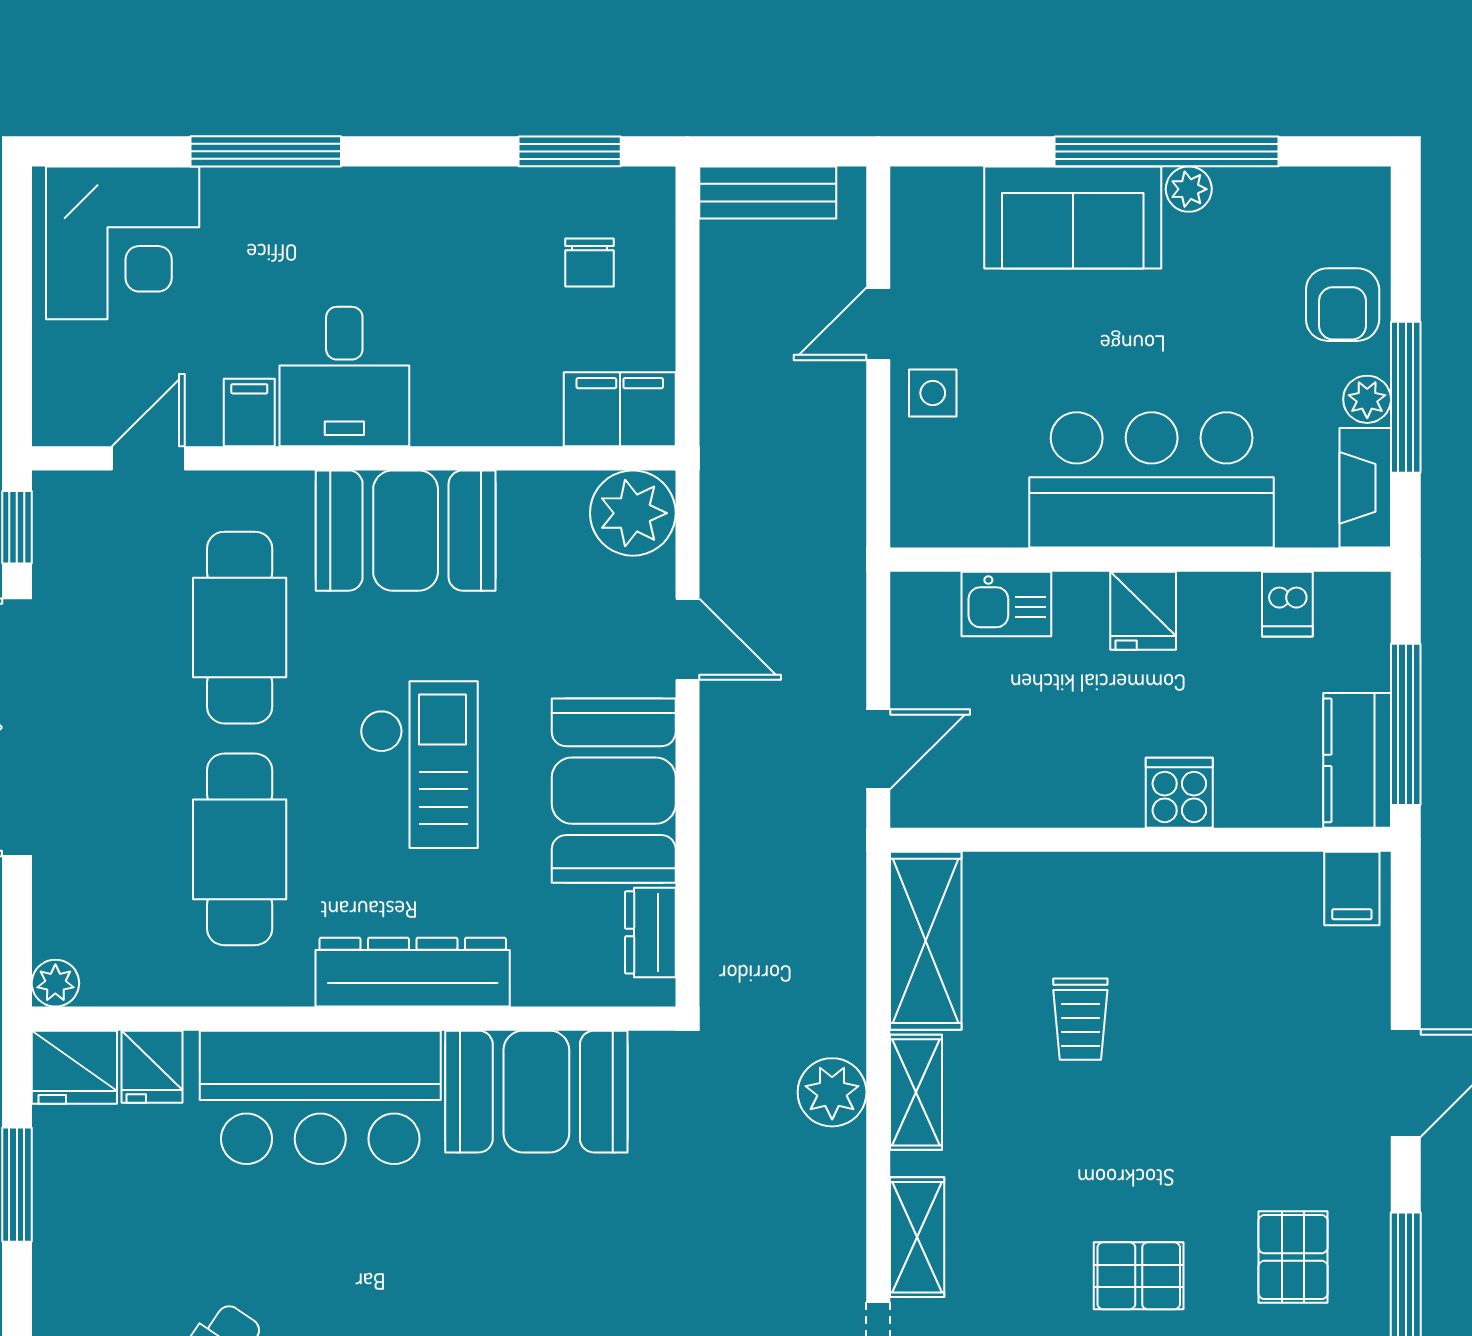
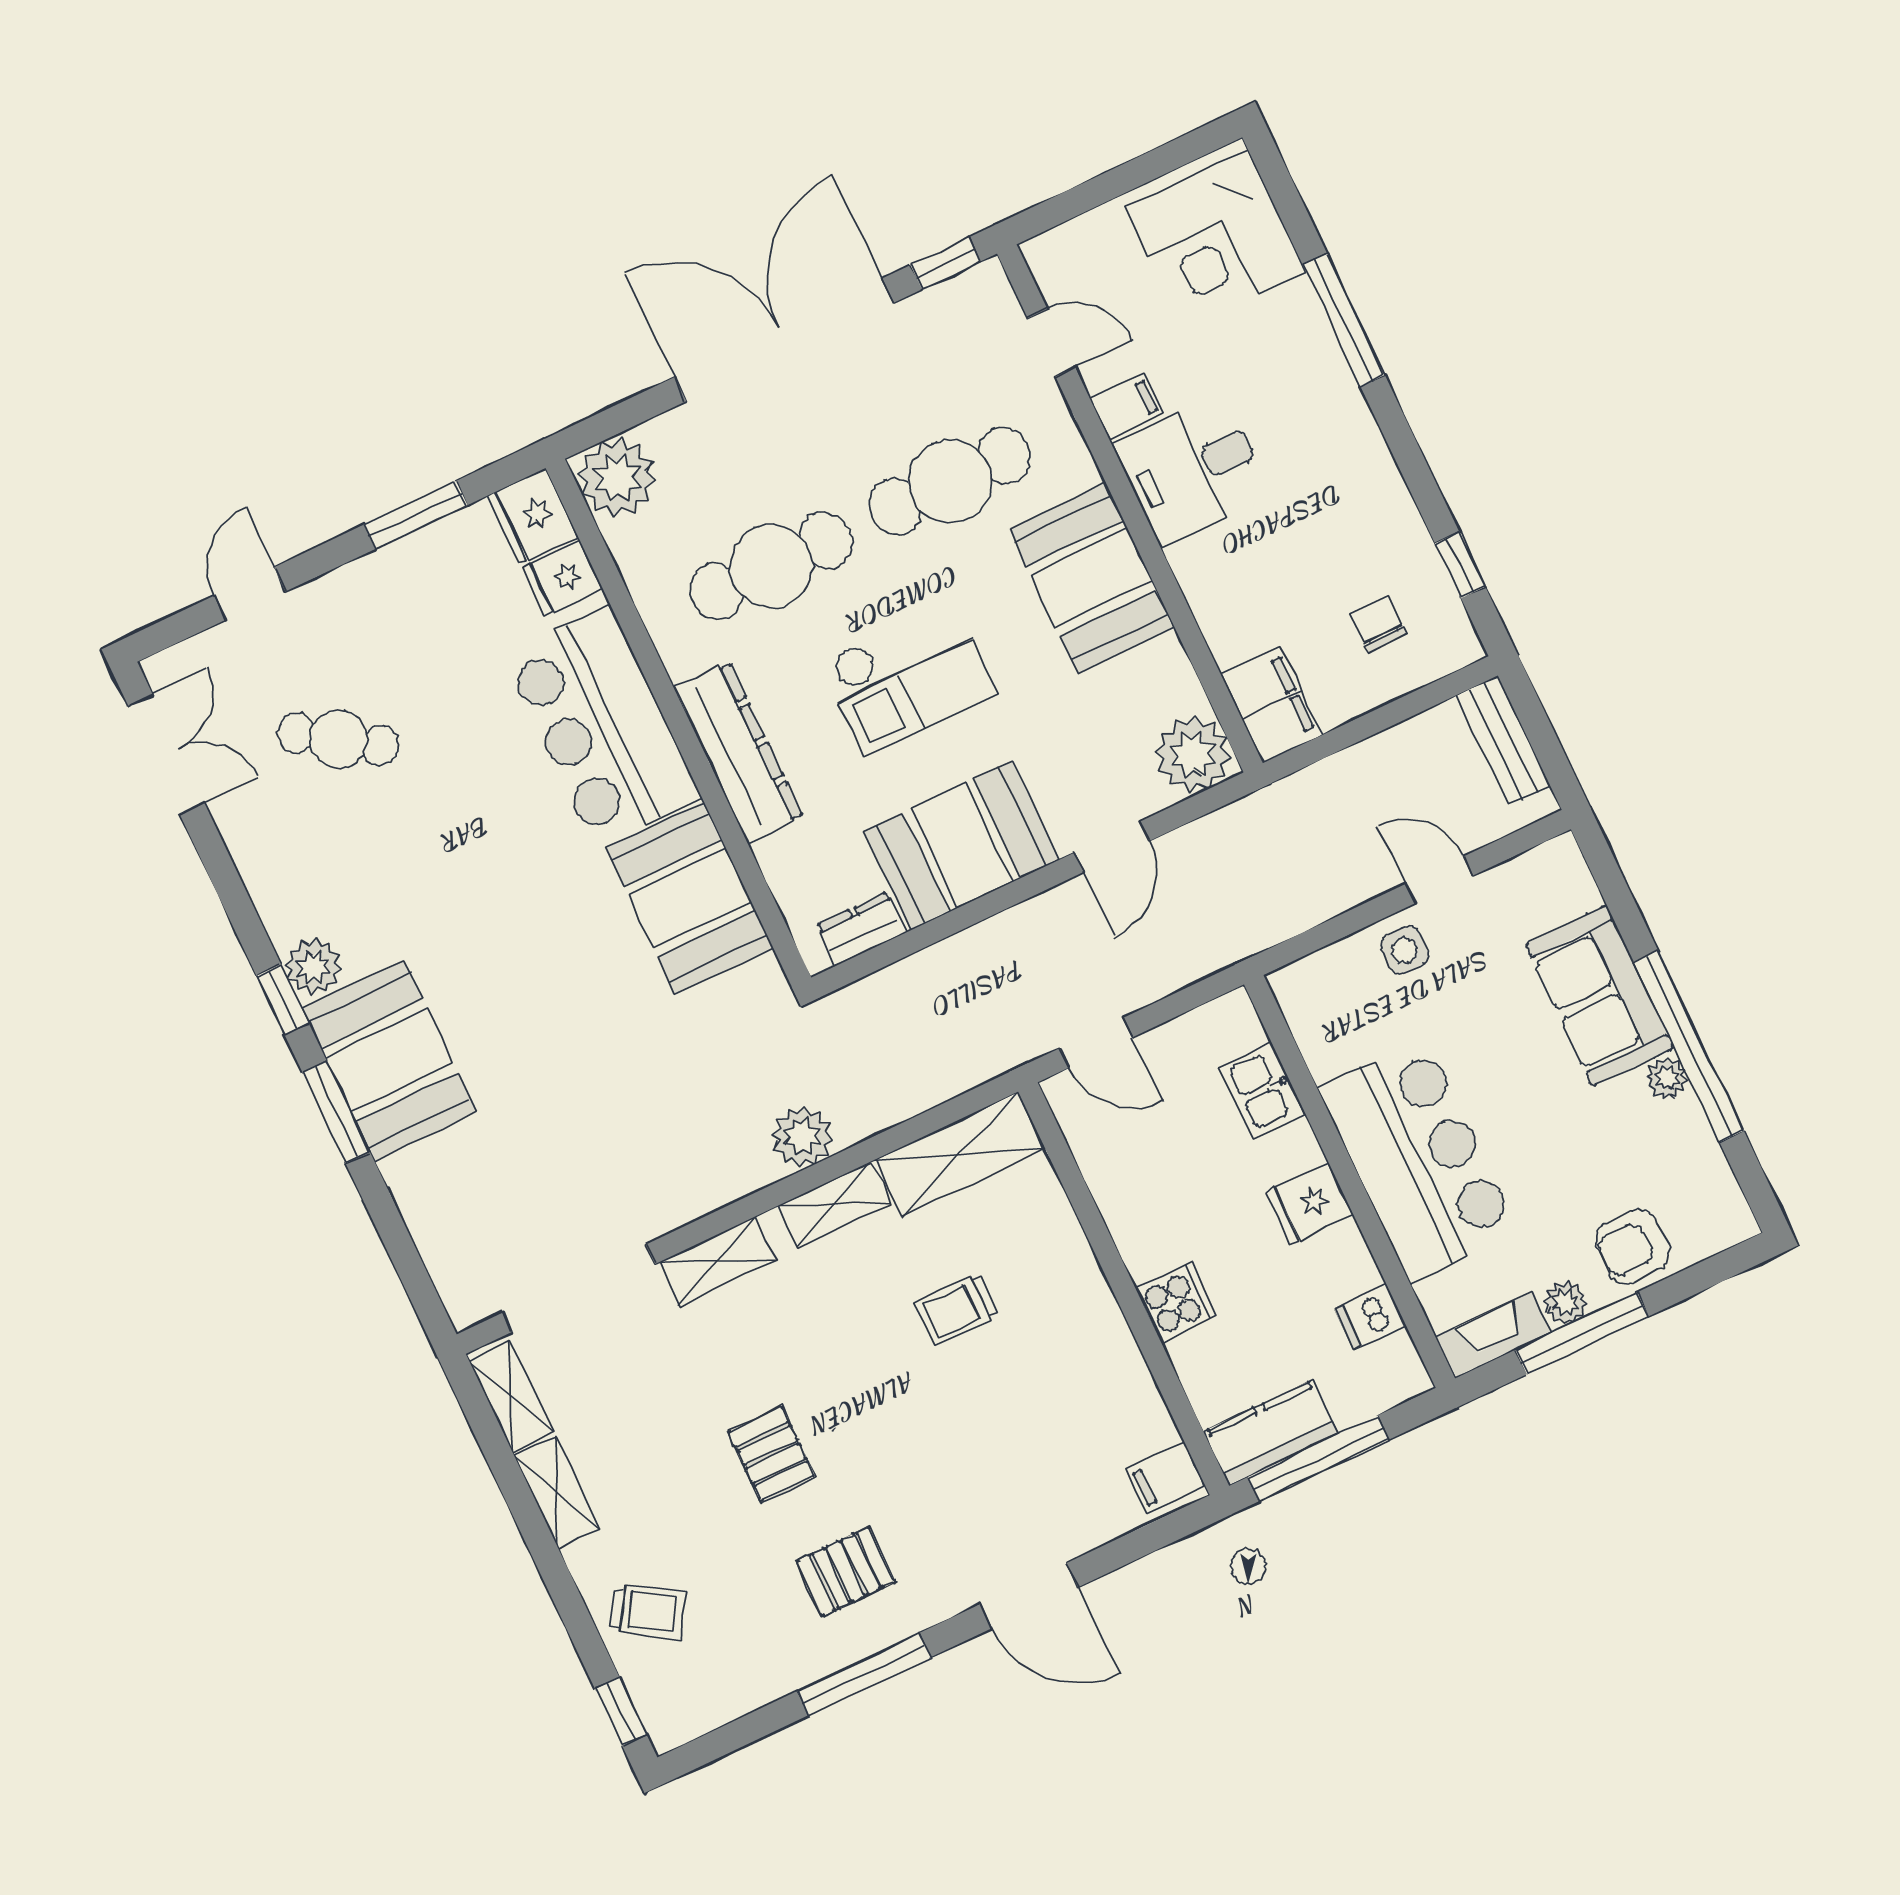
window: (570, 151) -> (1460, 565), width x0.67
chair: (590, 263) -> (1378, 624), turned 90
plant: (55, 983) -> (617, 478), width x1.88, depth x1.88

